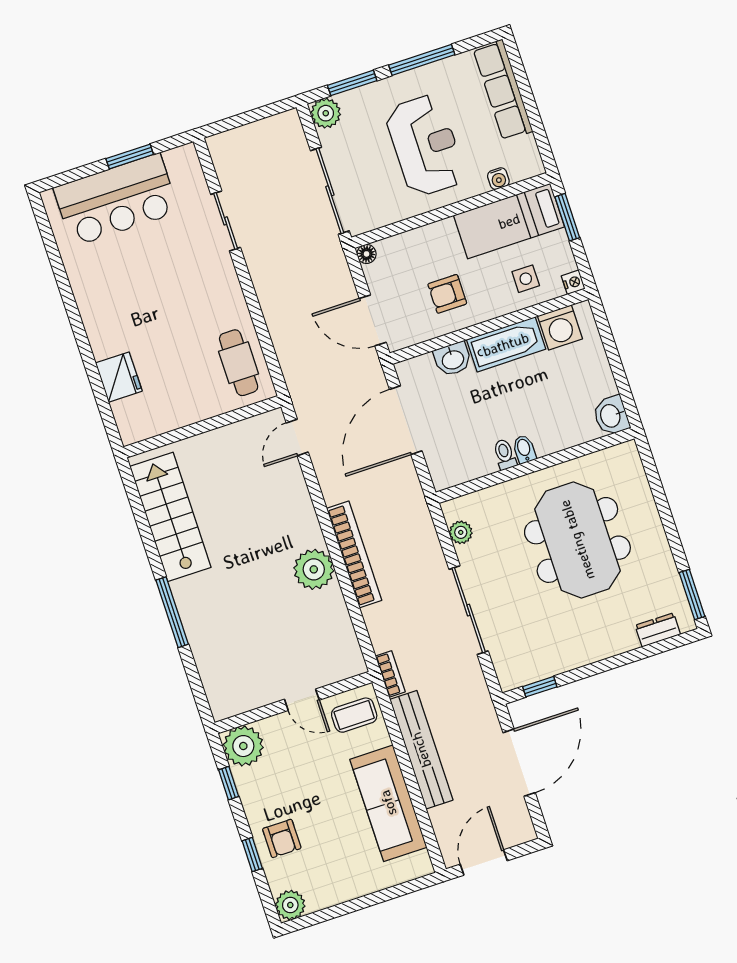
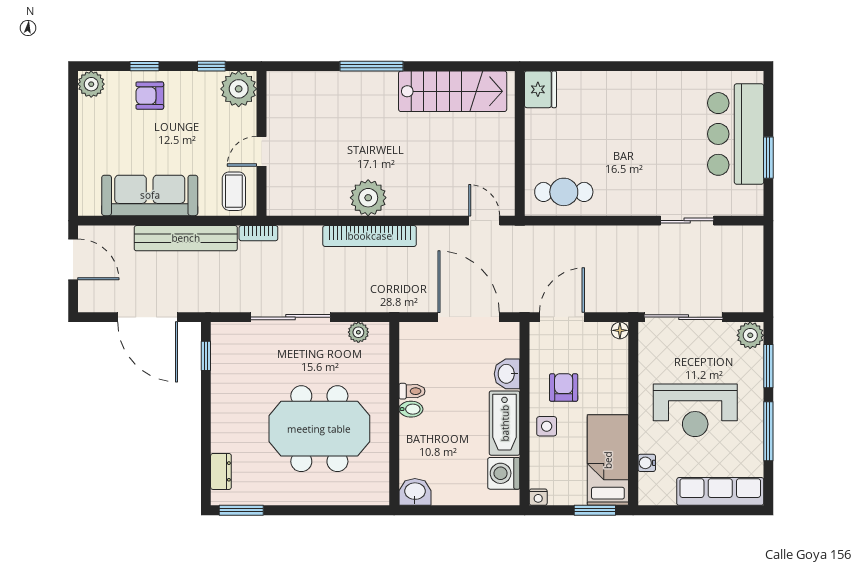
side table: (526, 279) -> (547, 426), moved
fridge: (119, 377) -> (540, 89), moved, turned -90

